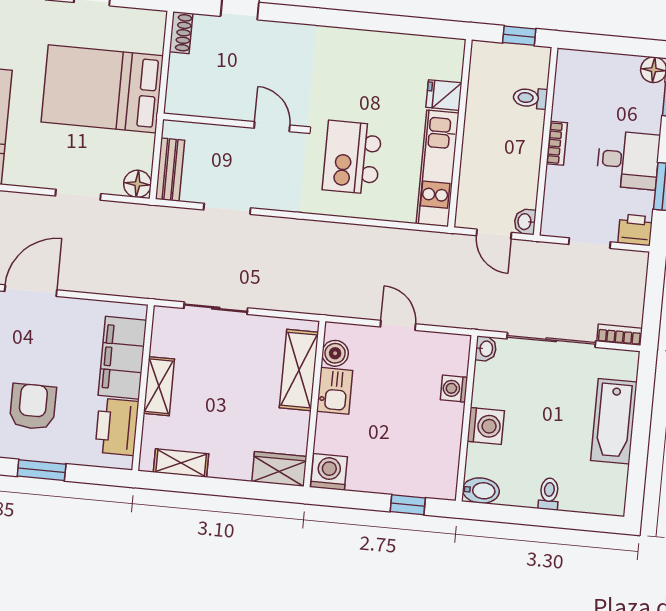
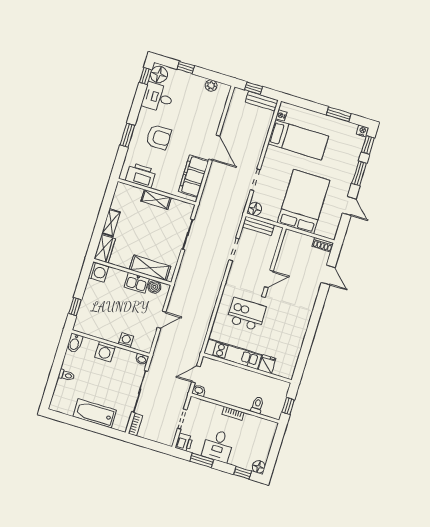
filing cabinet: (122, 358) -> (194, 176), moved, turned -90
shelving: (181, 463) -> (111, 223), moved

